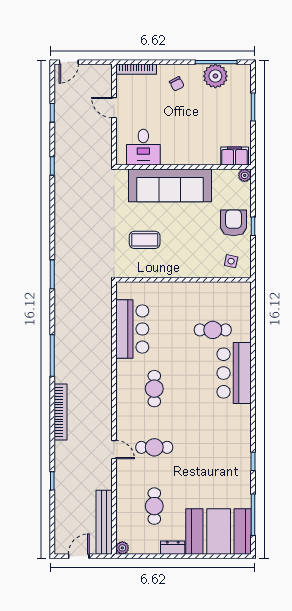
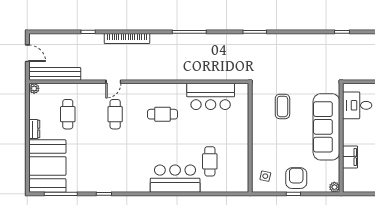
filing cabinet: (235, 156) -> (350, 157), moved
armchair: (233, 223) -> (296, 178), turned -90
bookcase: (60, 412) -> (127, 39), moved
cafe table: (154, 506) -> (68, 114), turned 90

